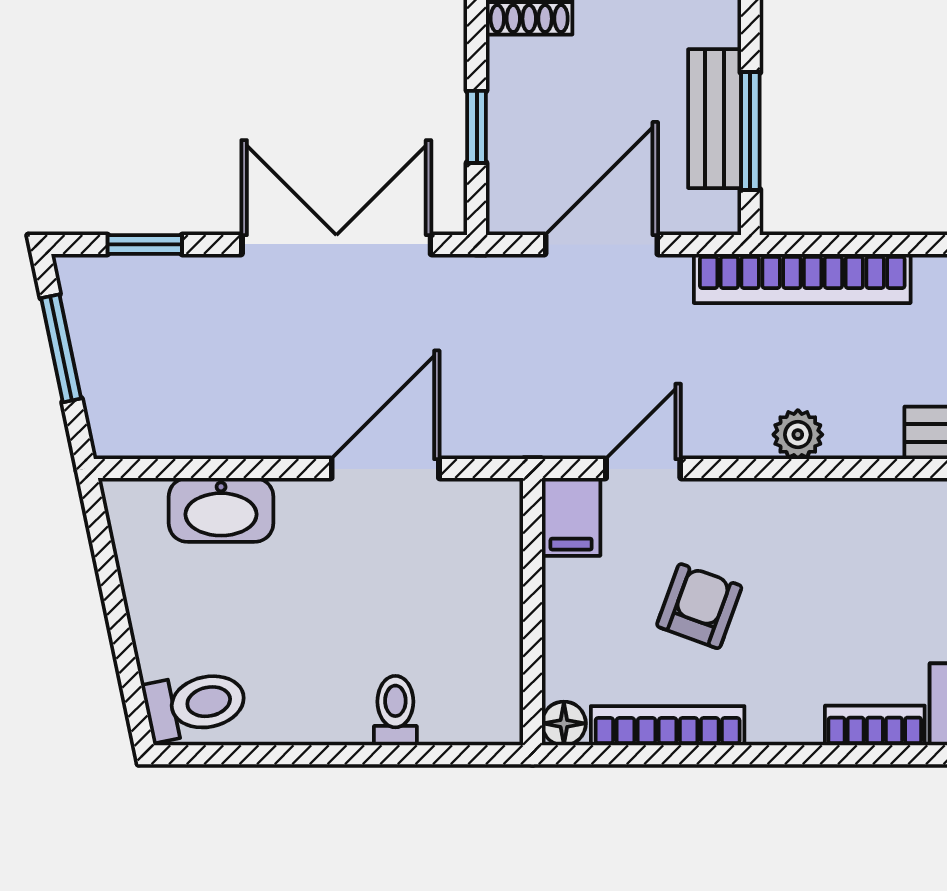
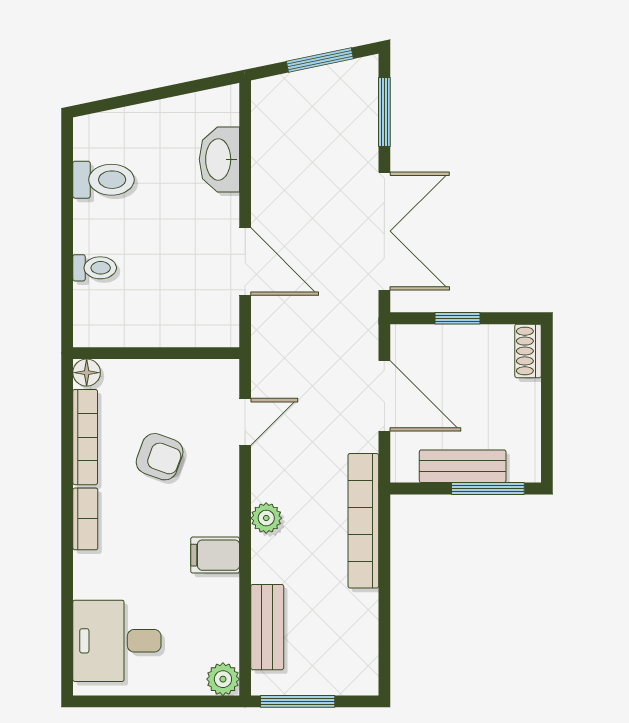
window: (750, 131) -> (488, 489), moved
window: (145, 244) -> (384, 112), width x1.50
door: (643, 469) -> (245, 422), hinge flipped
filing cabinet: (571, 517) -> (215, 555), moved
toilet: (195, 704) -> (104, 180), moved, turned -78
bookcase: (875, 725) -> (85, 519), moved

